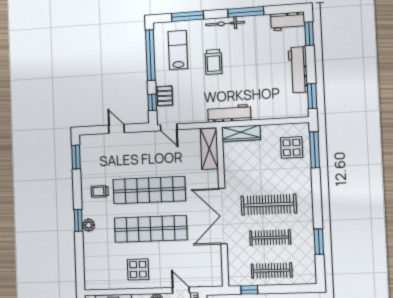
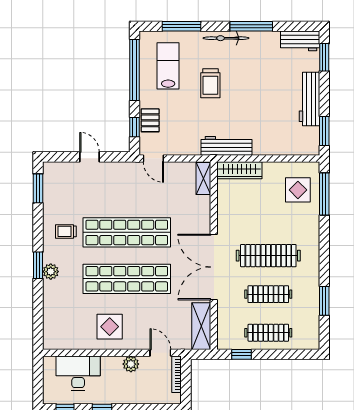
shelving: (209, 149) -> (203, 178), width x0.67, depth x0.75
shelving: (214, 267) -> (201, 326), added

